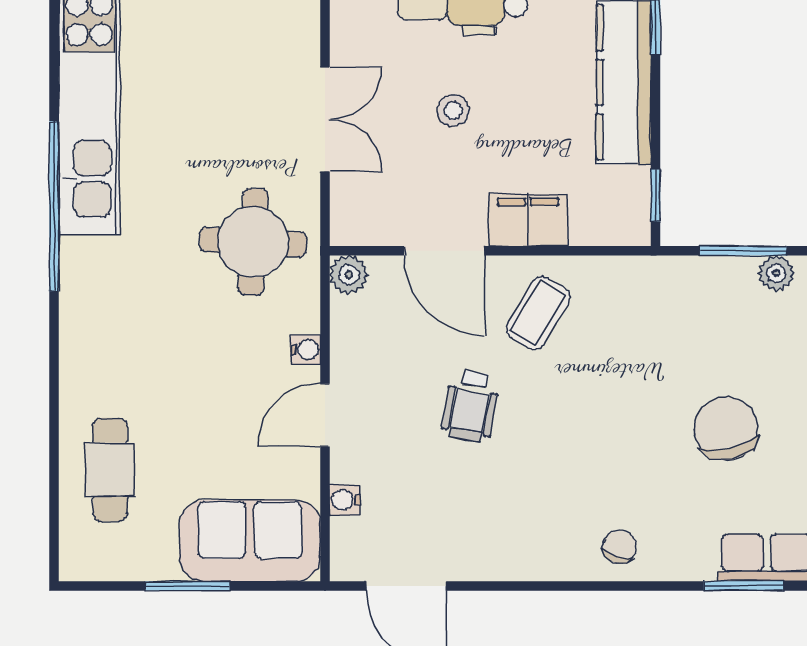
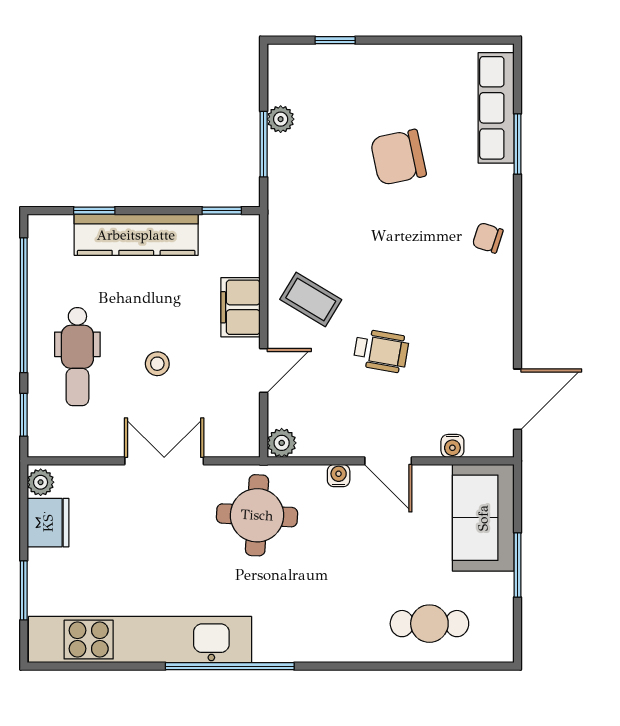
door: (444, 251) -> (264, 371), width x0.73

